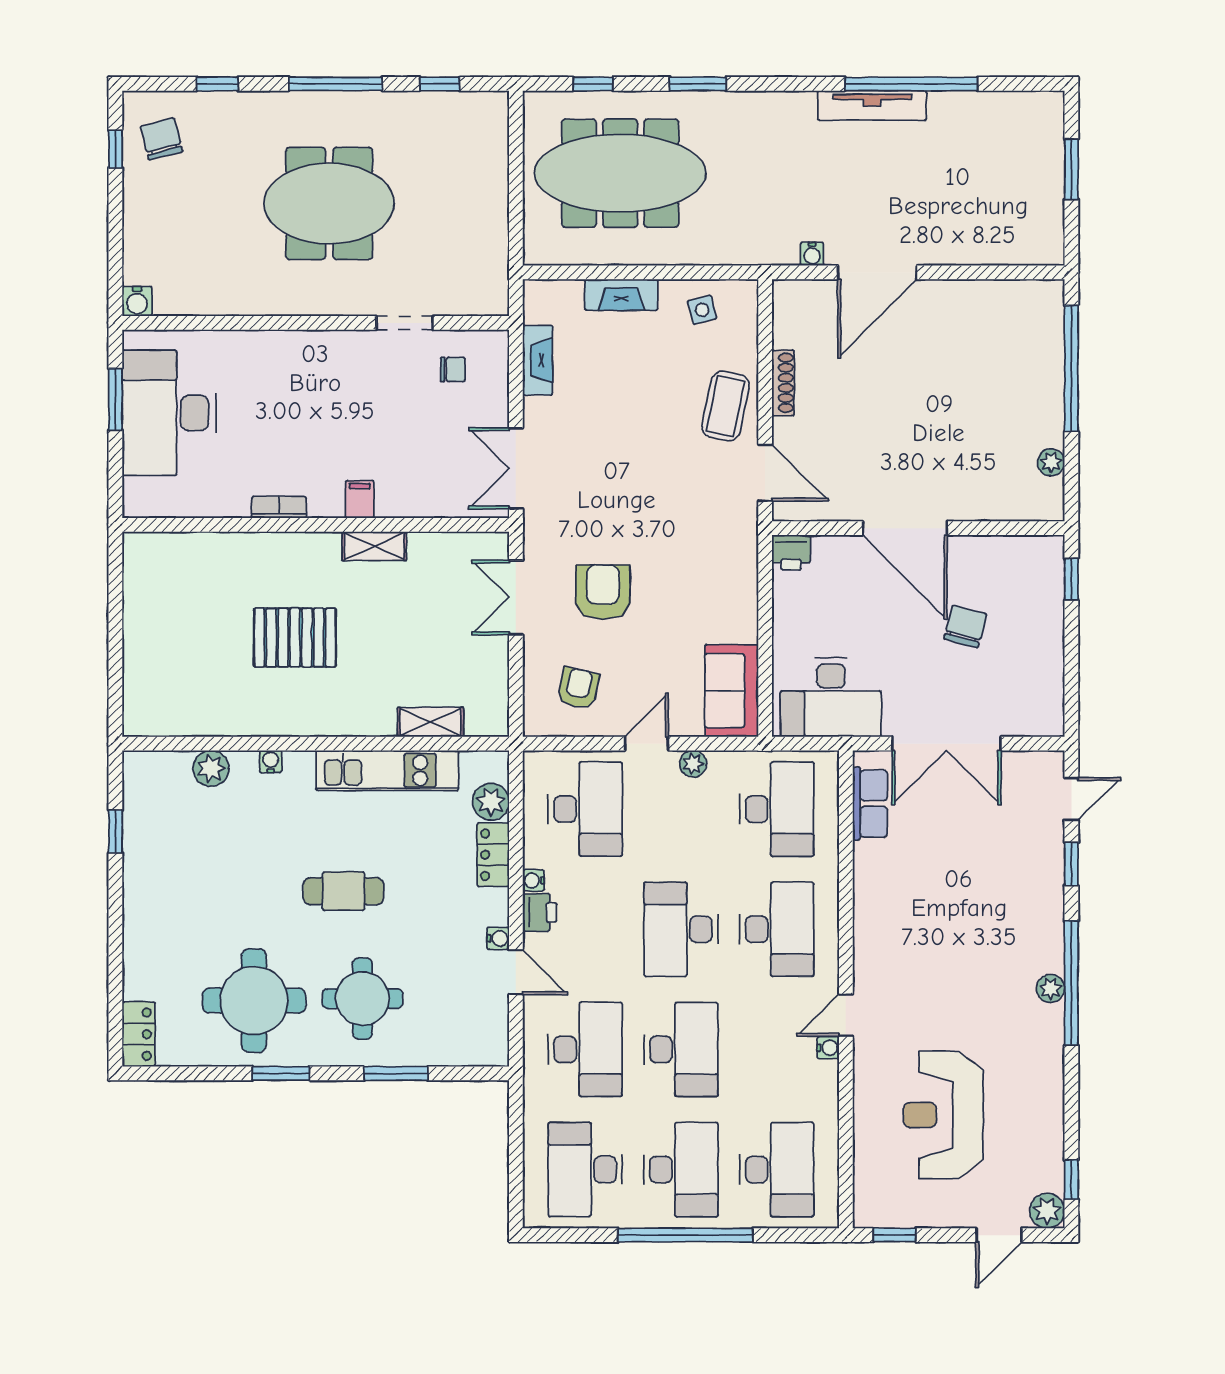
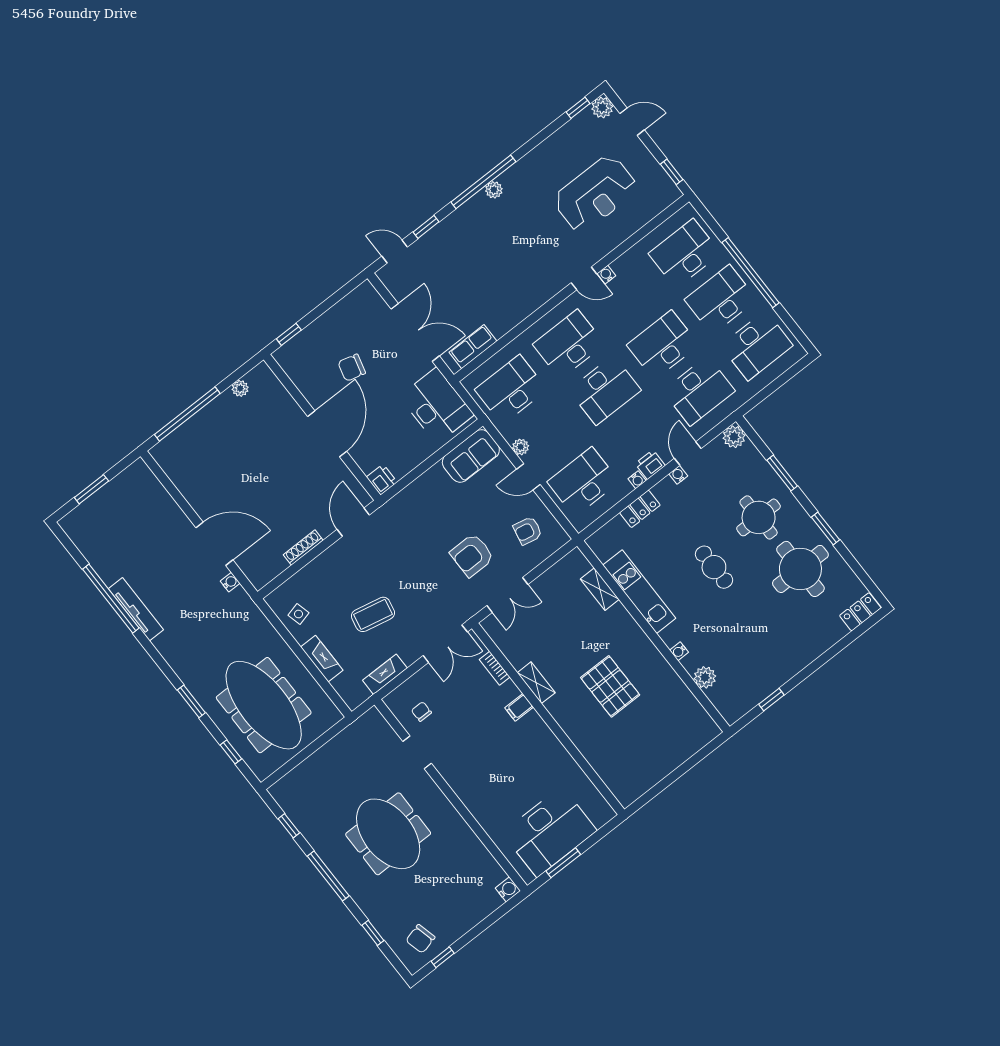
coffee table: (726, 406) -> (373, 614), moved
bookcase: (279, 507) -> (495, 668), moved
plant: (491, 802) -> (734, 437), moved
desk: (585, 1049) -> (699, 391), turned 180

